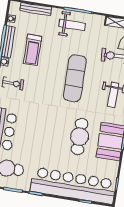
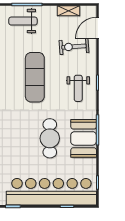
weight bench: (72, 25) -> (23, 21), turned 180

